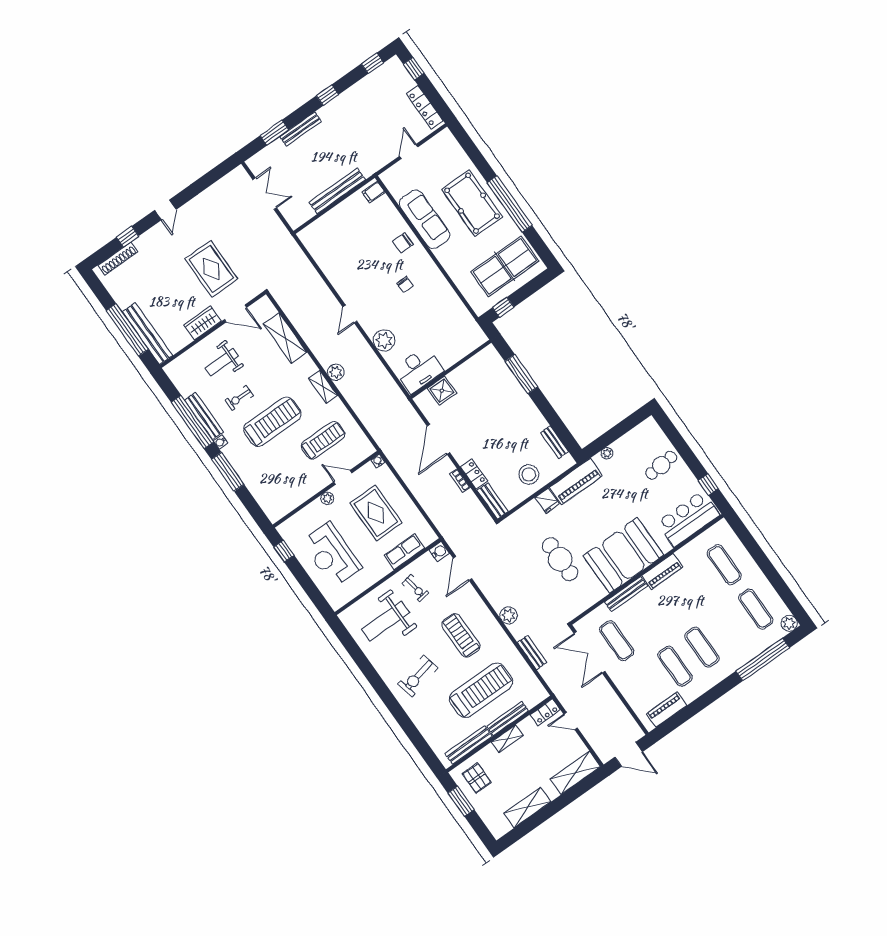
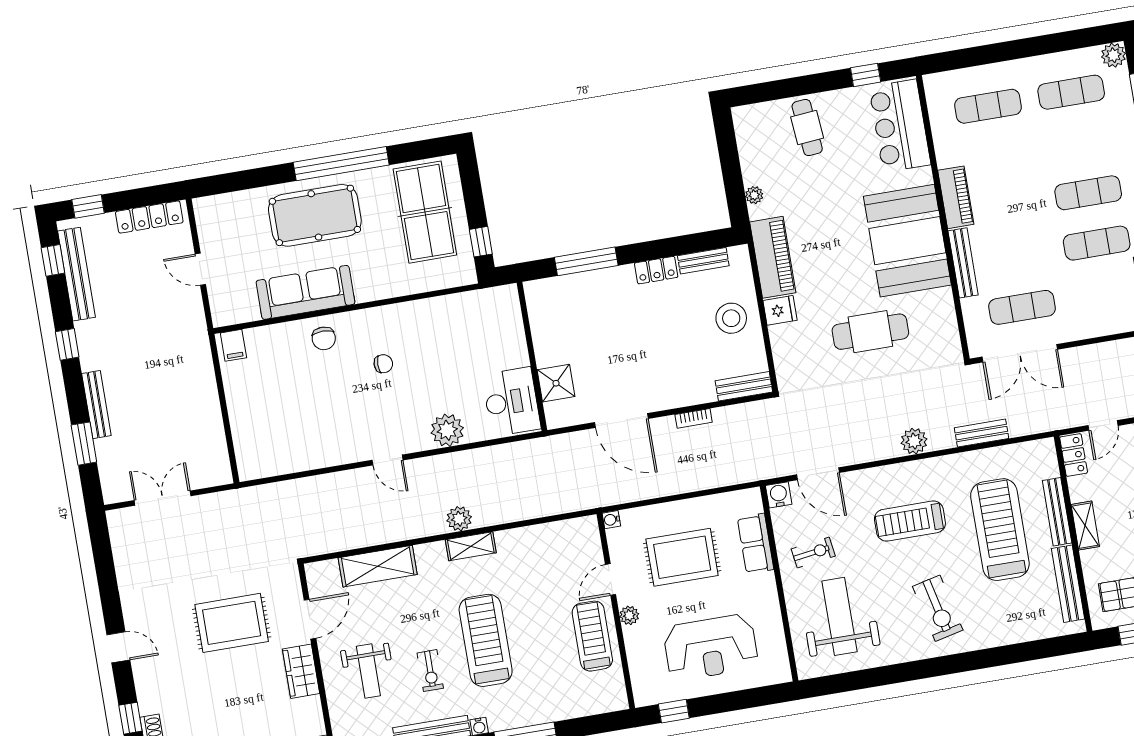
bench: (337, 191) -> (76, 274), moved
treadmill: (323, 440) -> (592, 636), moved
locker: (474, 474) -> (656, 270), moved, turned 180
weight bench: (386, 621) -> (839, 616), turned 180

